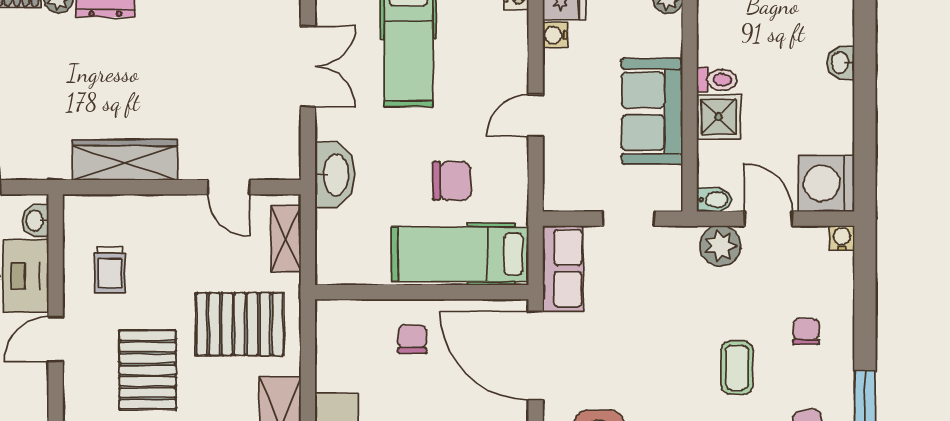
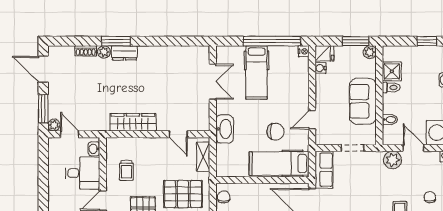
door: (536, 115) -> (312, 120), moved
shower: (719, 117) -> (392, 71), moved
bidet: (714, 200) -> (390, 119), moved
chair: (412, 339) -> (224, 197), moved

